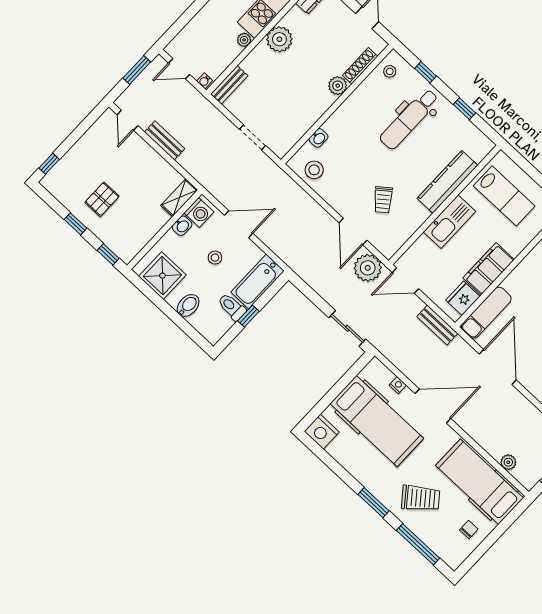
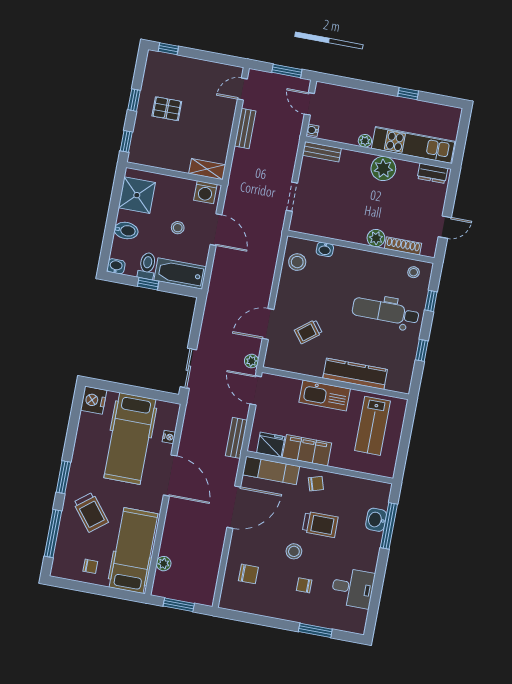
washbasin: (182, 226) -> (116, 266), moved, turned 180
plant: (368, 268) -> (251, 361), width x0.53, depth x0.53
chair: (524, 280) -> (316, 484), added

